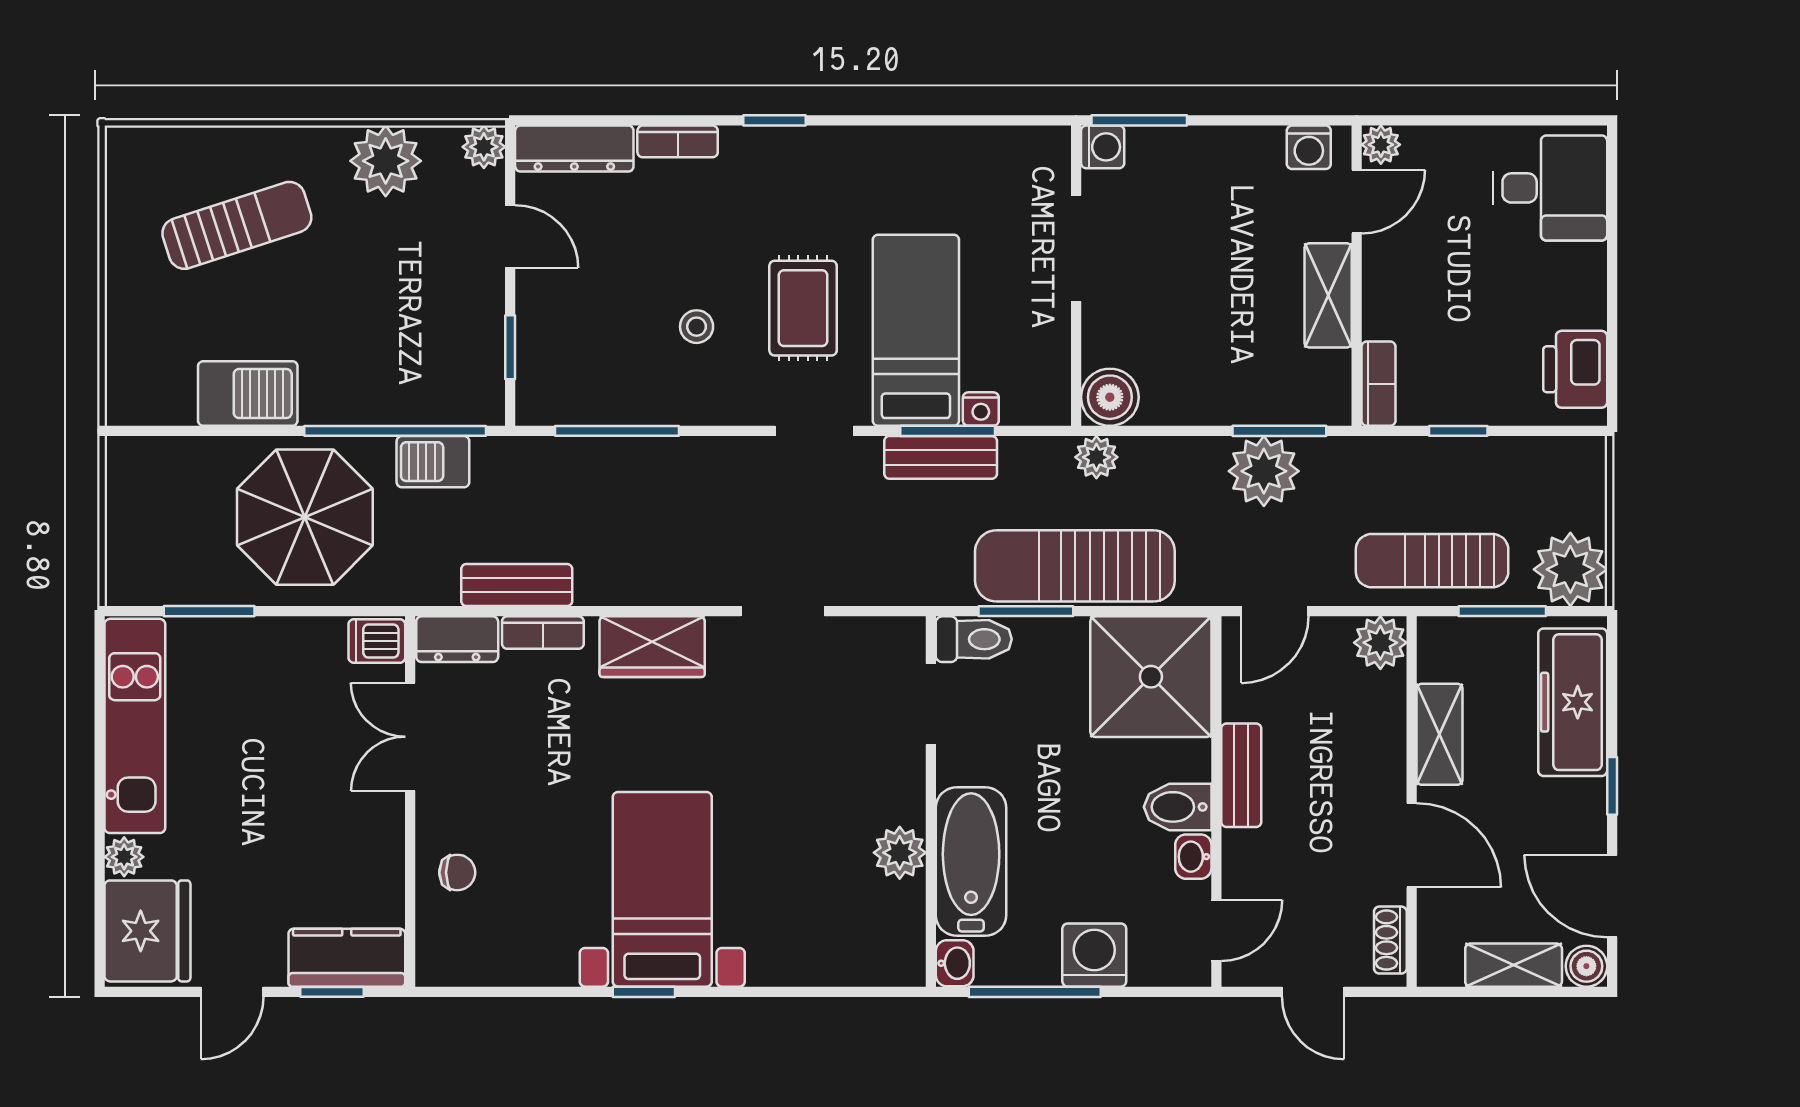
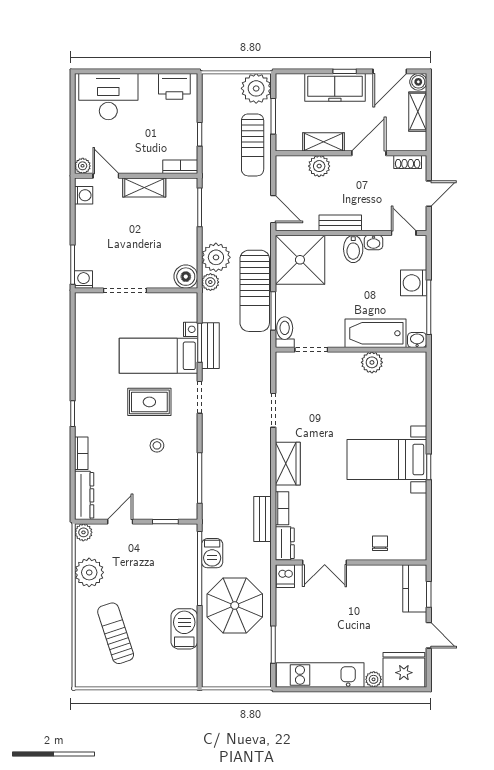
desk: (1550, 188) -> (108, 97), width x1.37
plant: (1264, 471) -> (216, 257), moved
plant: (1380, 643) -> (319, 166), moved
freezer: (1573, 702) -> (335, 87), moved

